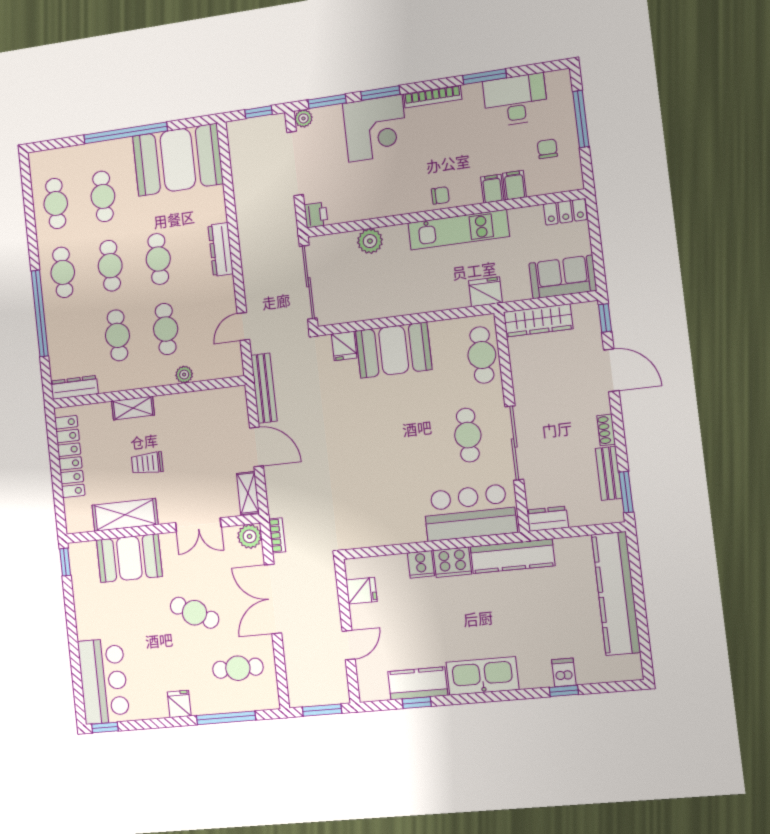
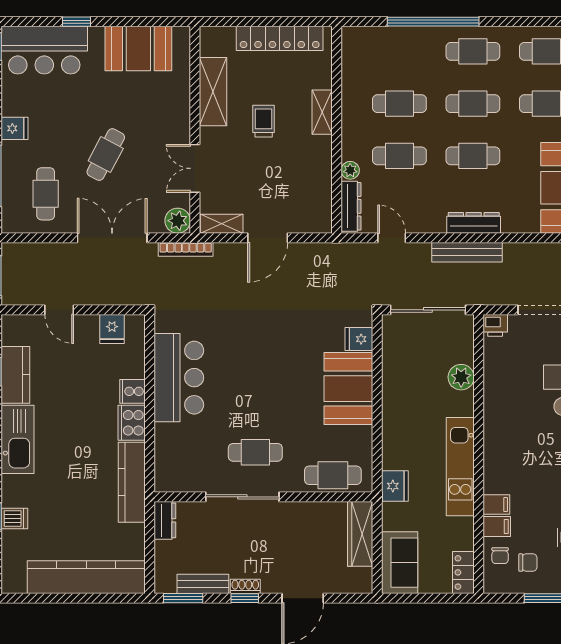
chair: (440, 195) -> (500, 556), moved
window: (605, 318) -> (245, 598), moved
dresser: (74, 387) -> (351, 206), moved
bench: (264, 388) -> (467, 252), moved
bar counter: (470, 512) -> (179, 378), moved
bookcase: (277, 535) -> (186, 249), width x1.56
booth: (129, 558) -> (138, 48), moved, turned 90
window: (65, 562) -> (77, 22), moved

